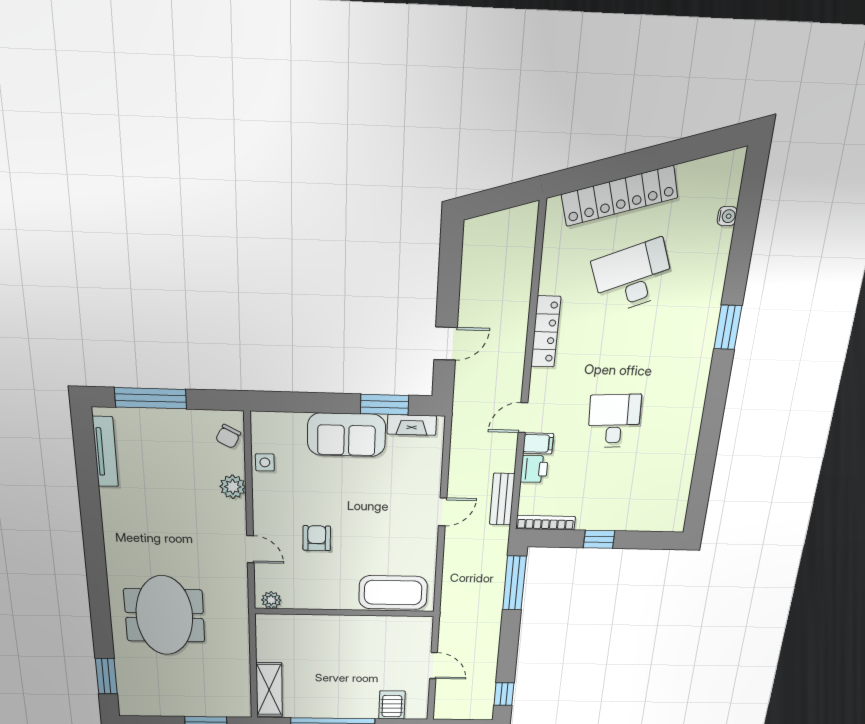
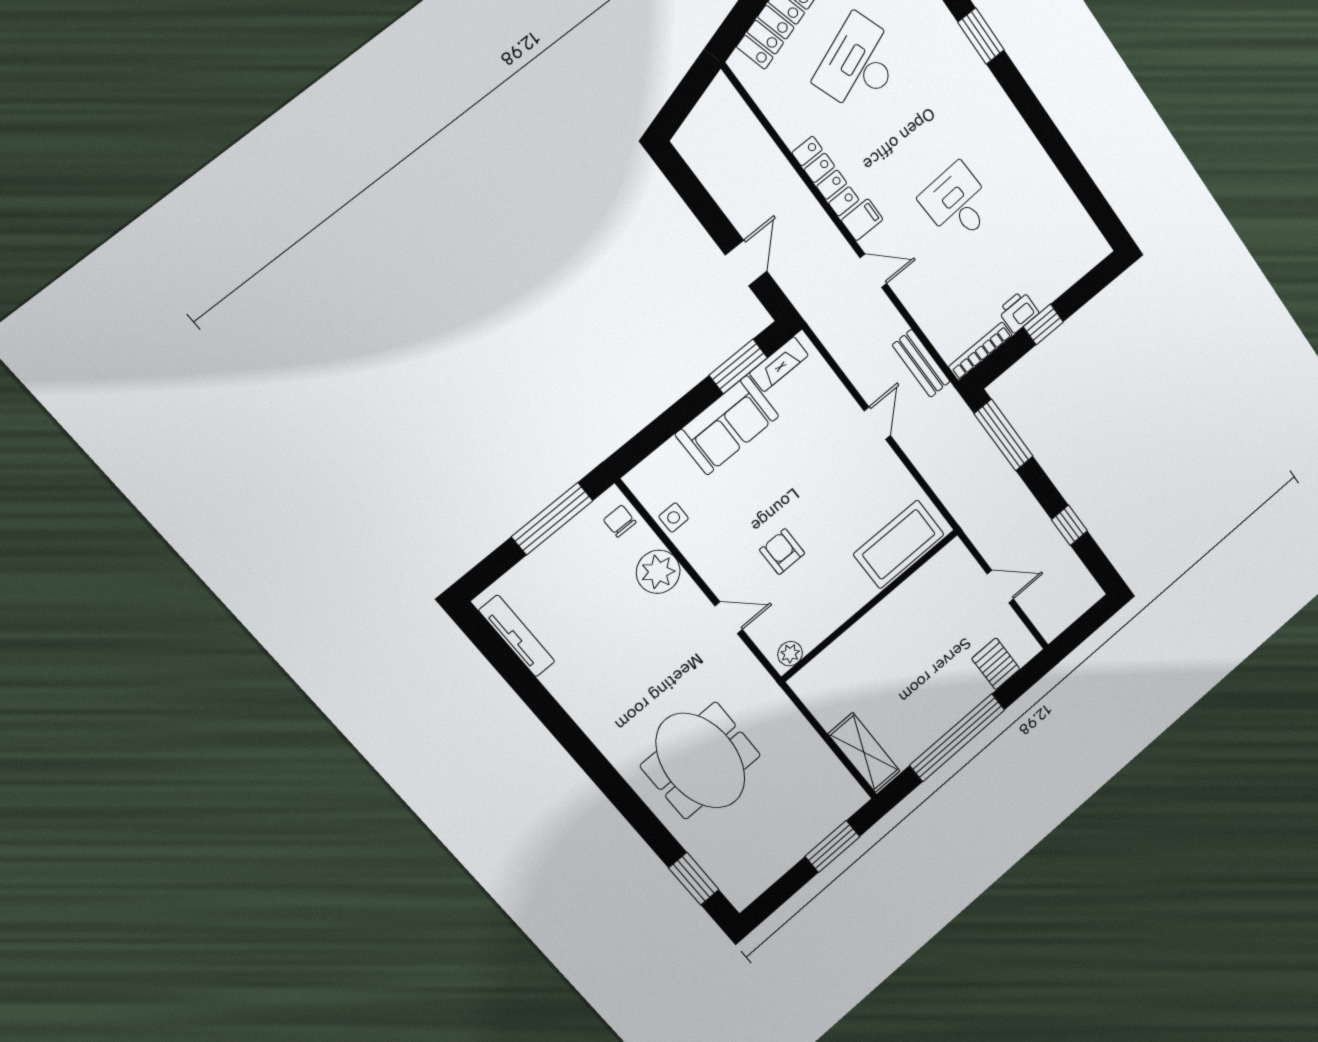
window: (151, 398) -> (552, 519), moved
door: (523, 418) -> (873, 271), swing flipped
chair: (228, 436) -> (620, 521), turned 153
filing cabinet: (538, 443) -> (862, 220), moved
printer: (534, 469) -> (1018, 312), moved, turned -90
plant: (233, 487) -> (658, 572), width x1.36, depth x1.36
window: (504, 694) -> (1069, 525), moved

